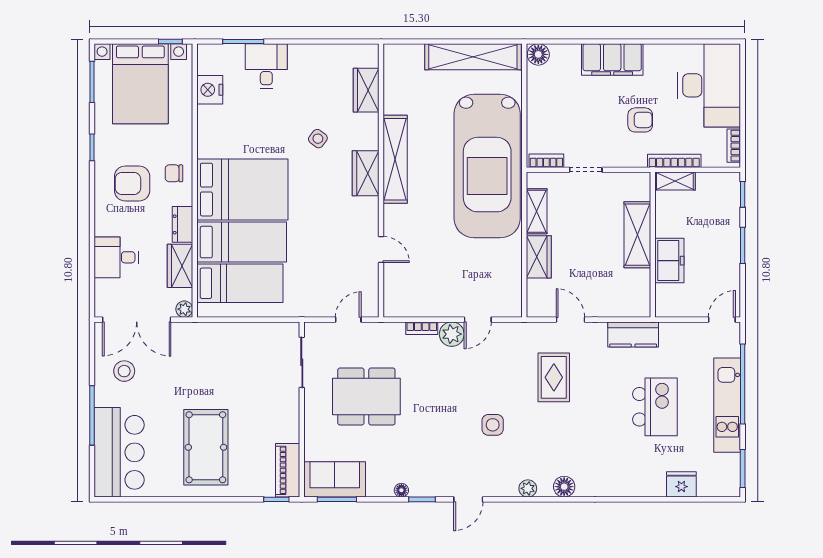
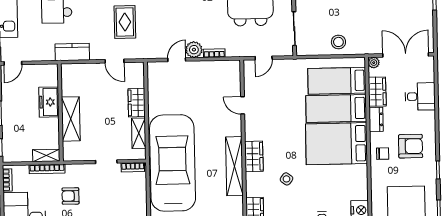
stool: (124, 371) -> (338, 42), moved

